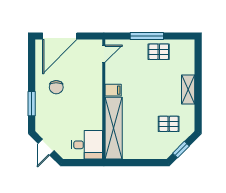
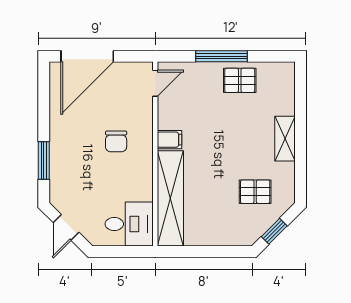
chair: (56, 87) -> (116, 141), moved

